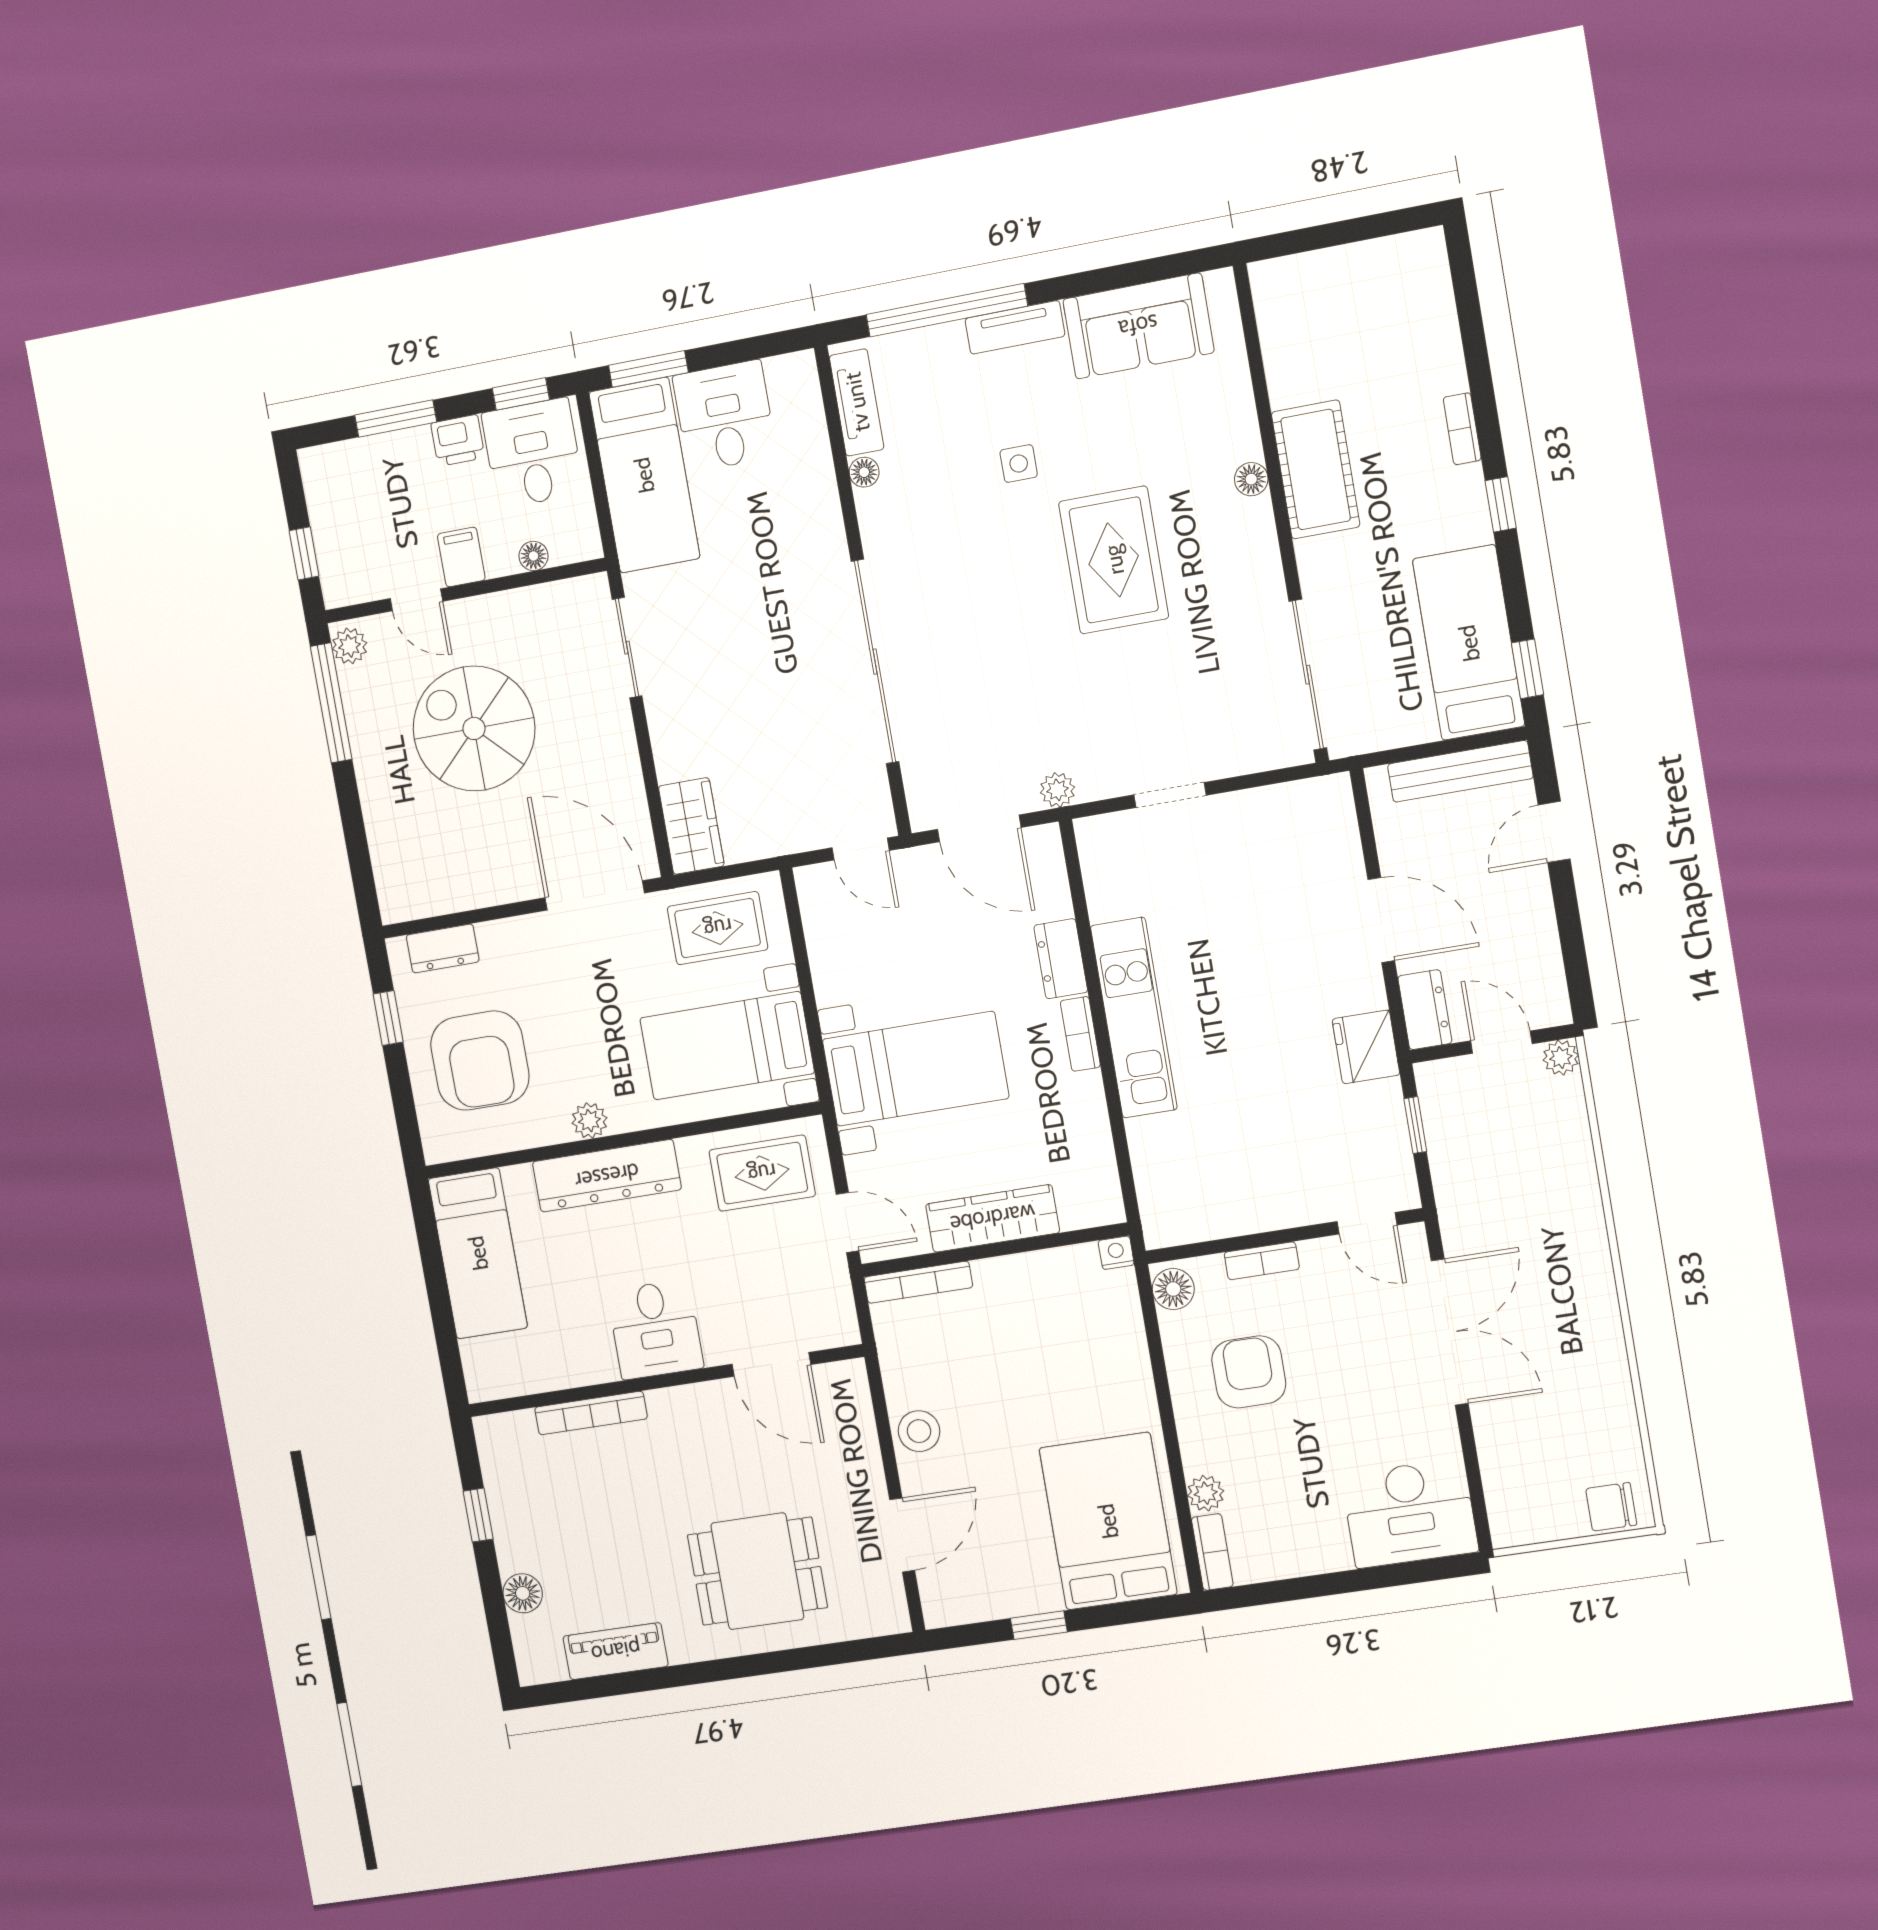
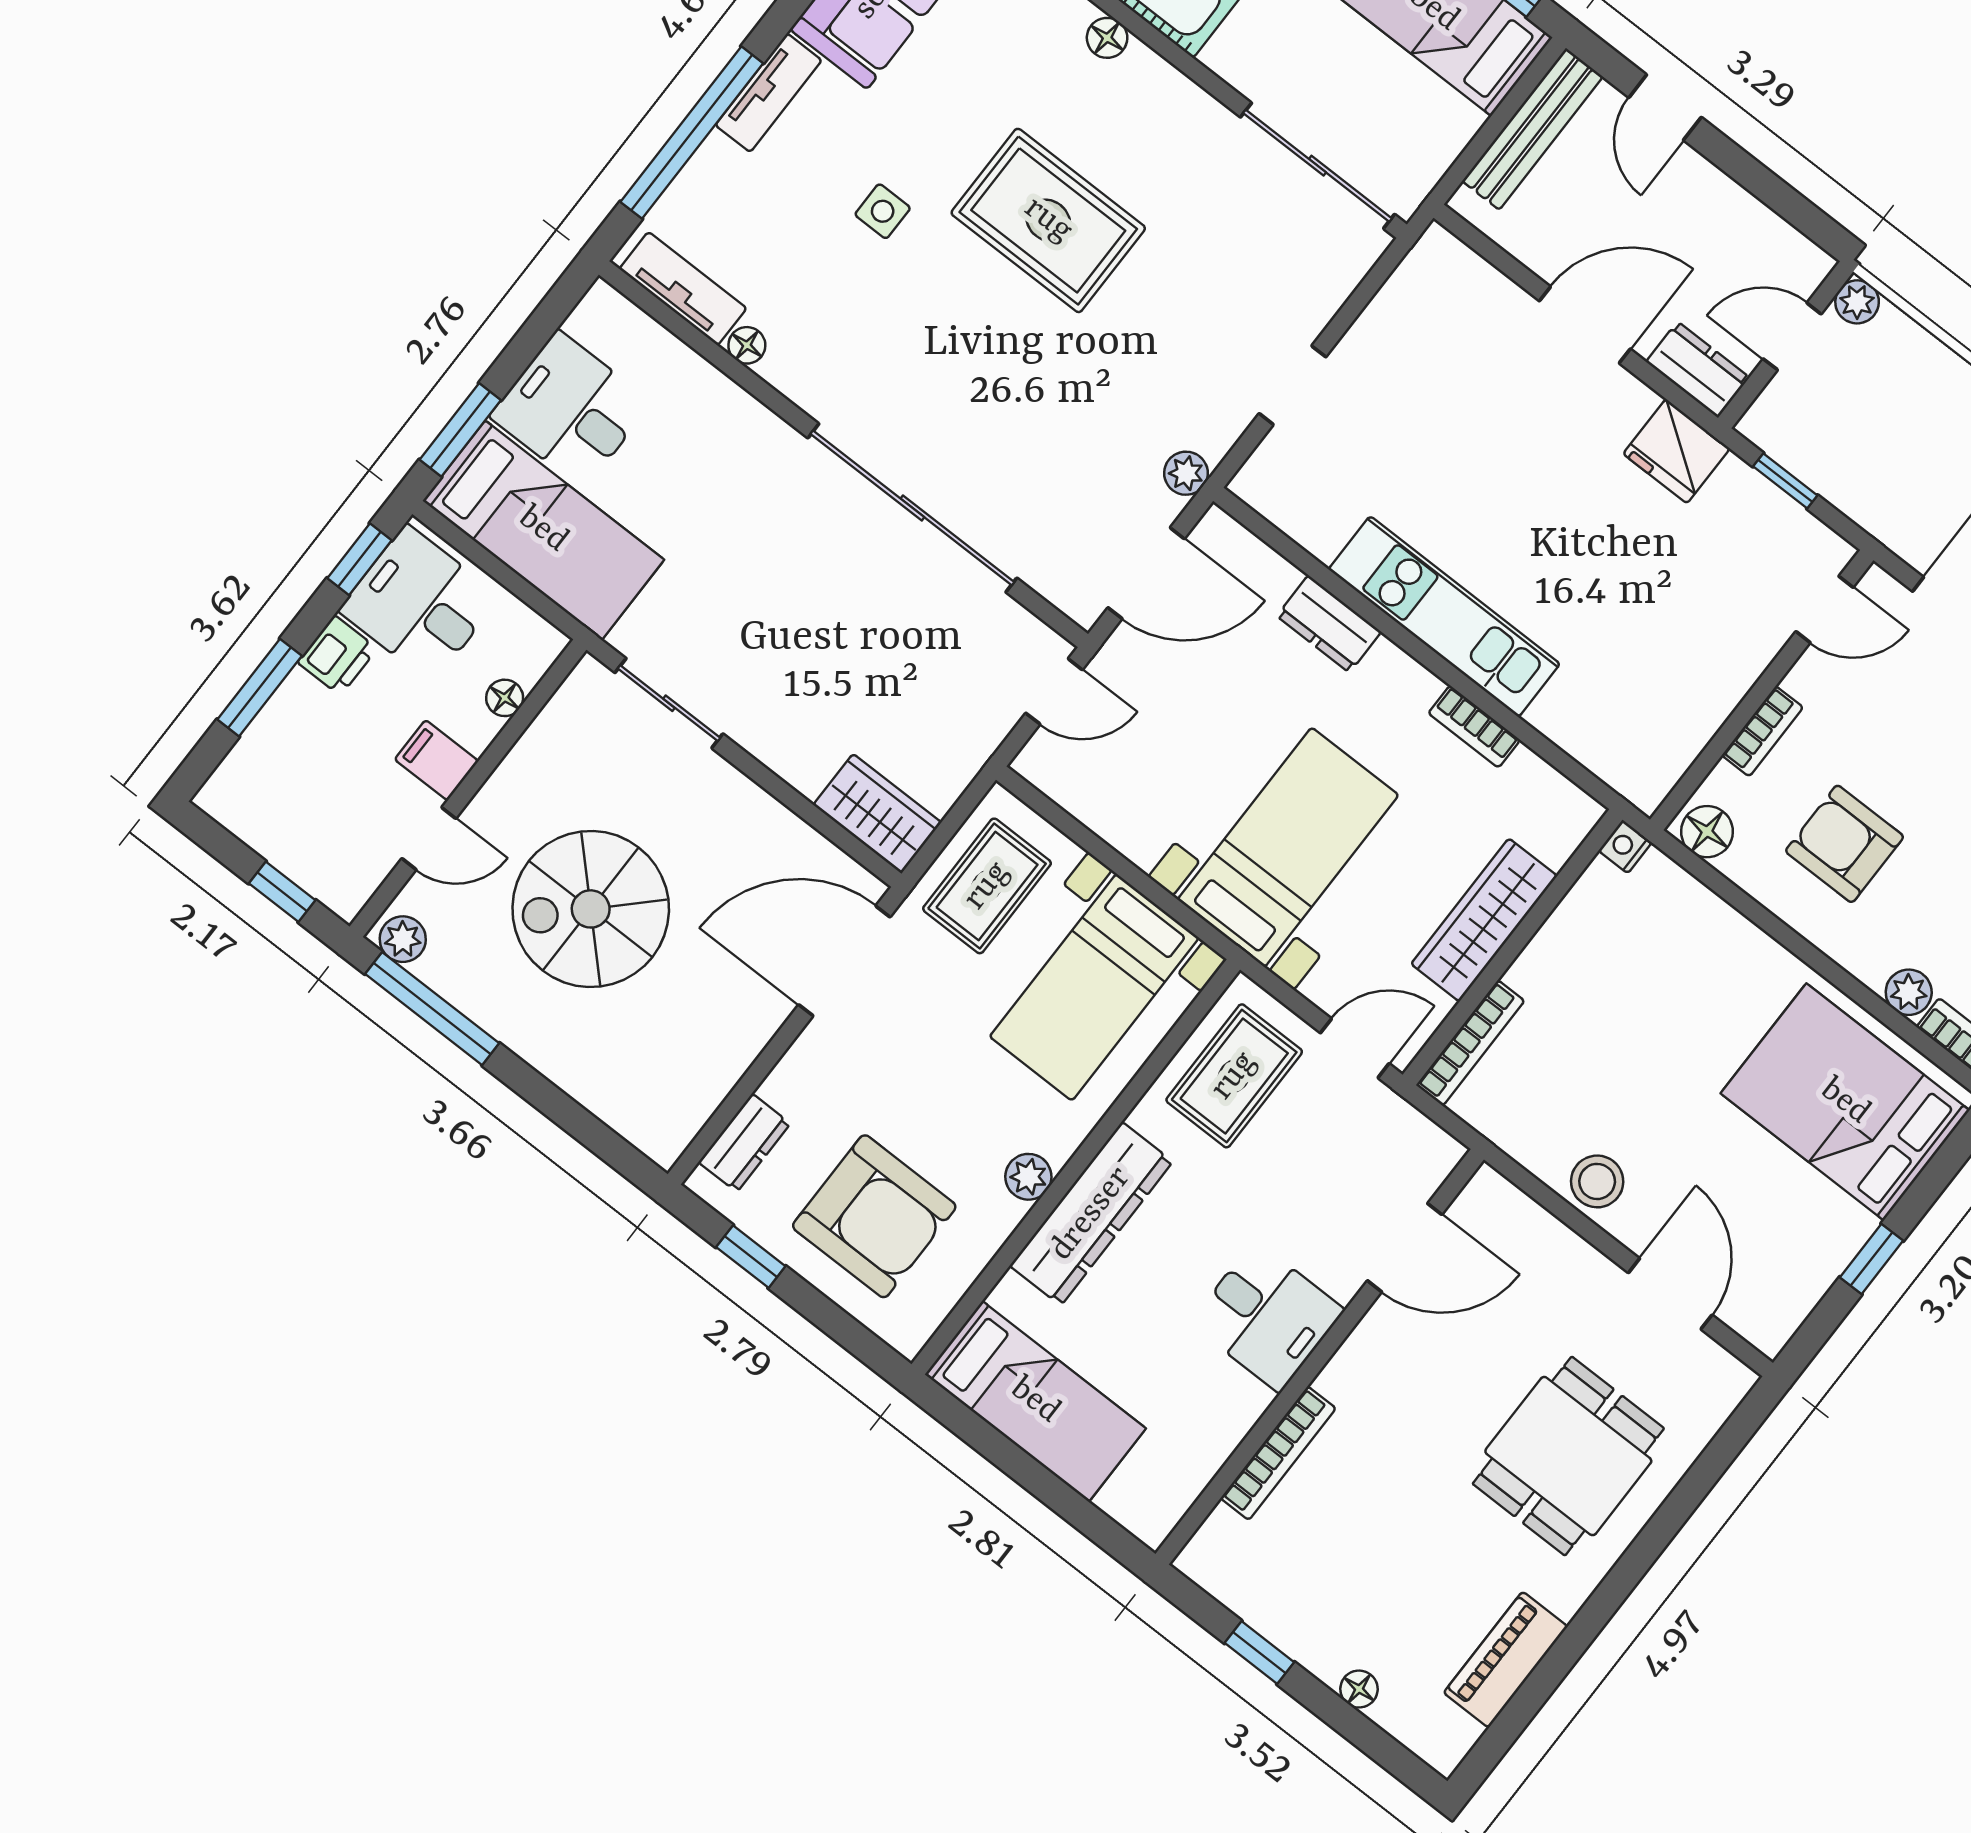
bookcase: (1080, 1034) -> (1474, 727), moved
floor lamp: (523, 1593) -> (1359, 1689), width x0.73, depth x0.73

